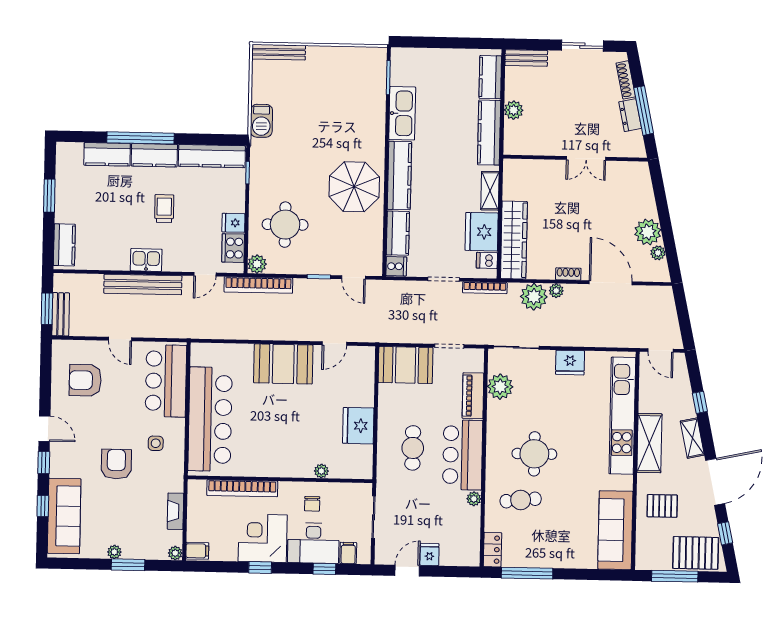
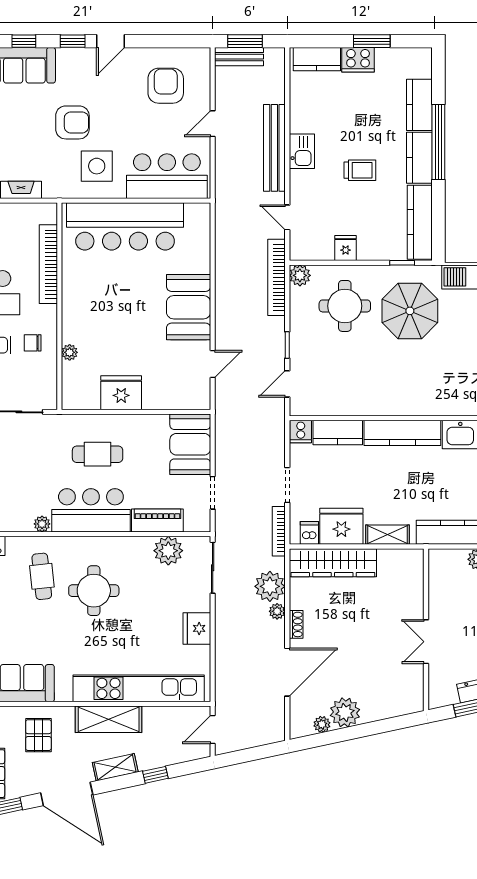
parasol: (354, 187) -> (410, 311), moved
cooker: (233, 248) -> (358, 60), moved, turned 180
door: (334, 344) -> (213, 364), swing flipped
side table: (156, 443) -> (97, 166), width x1.87, depth x1.87

